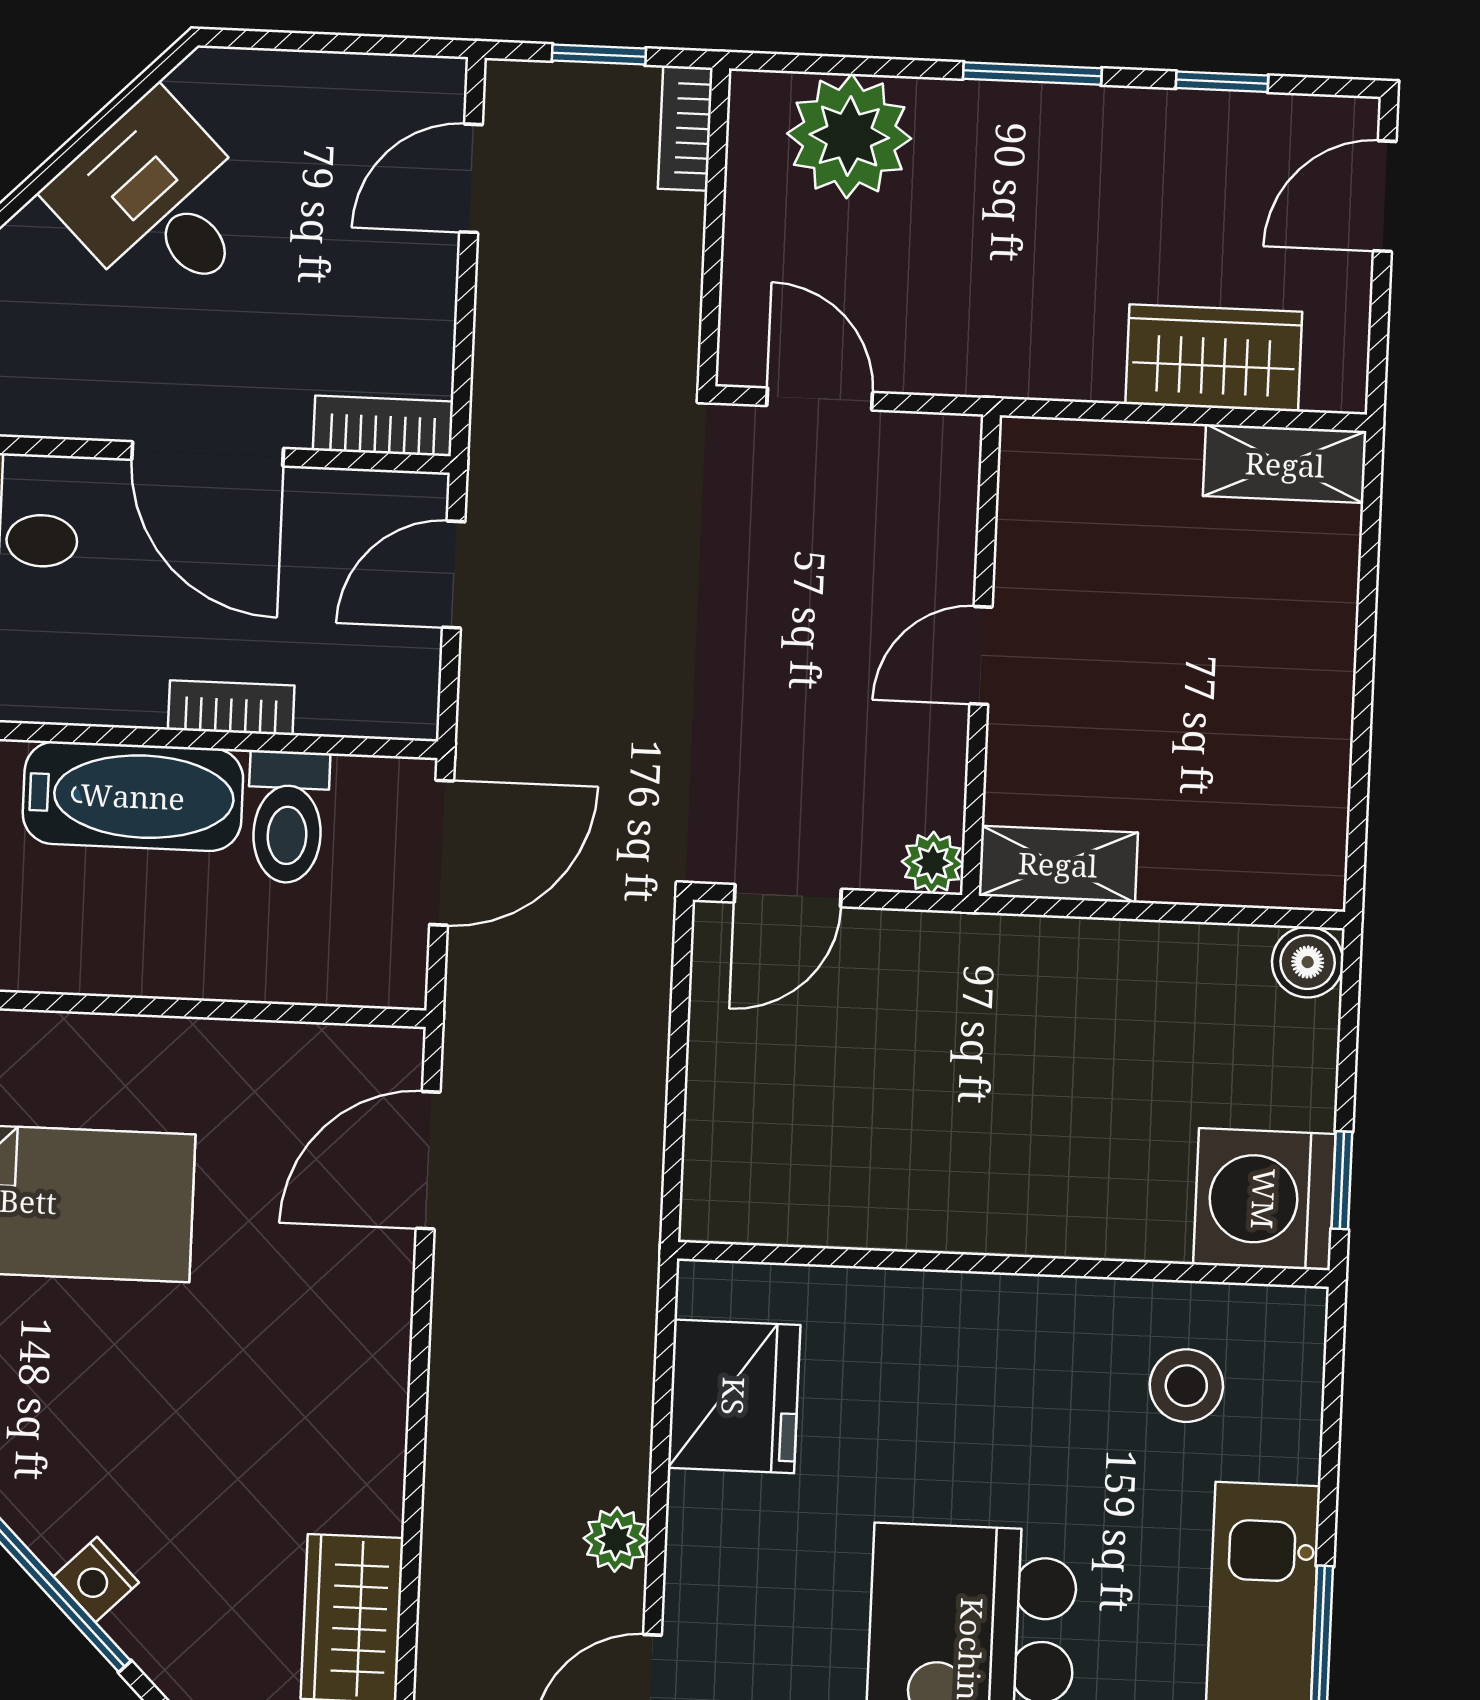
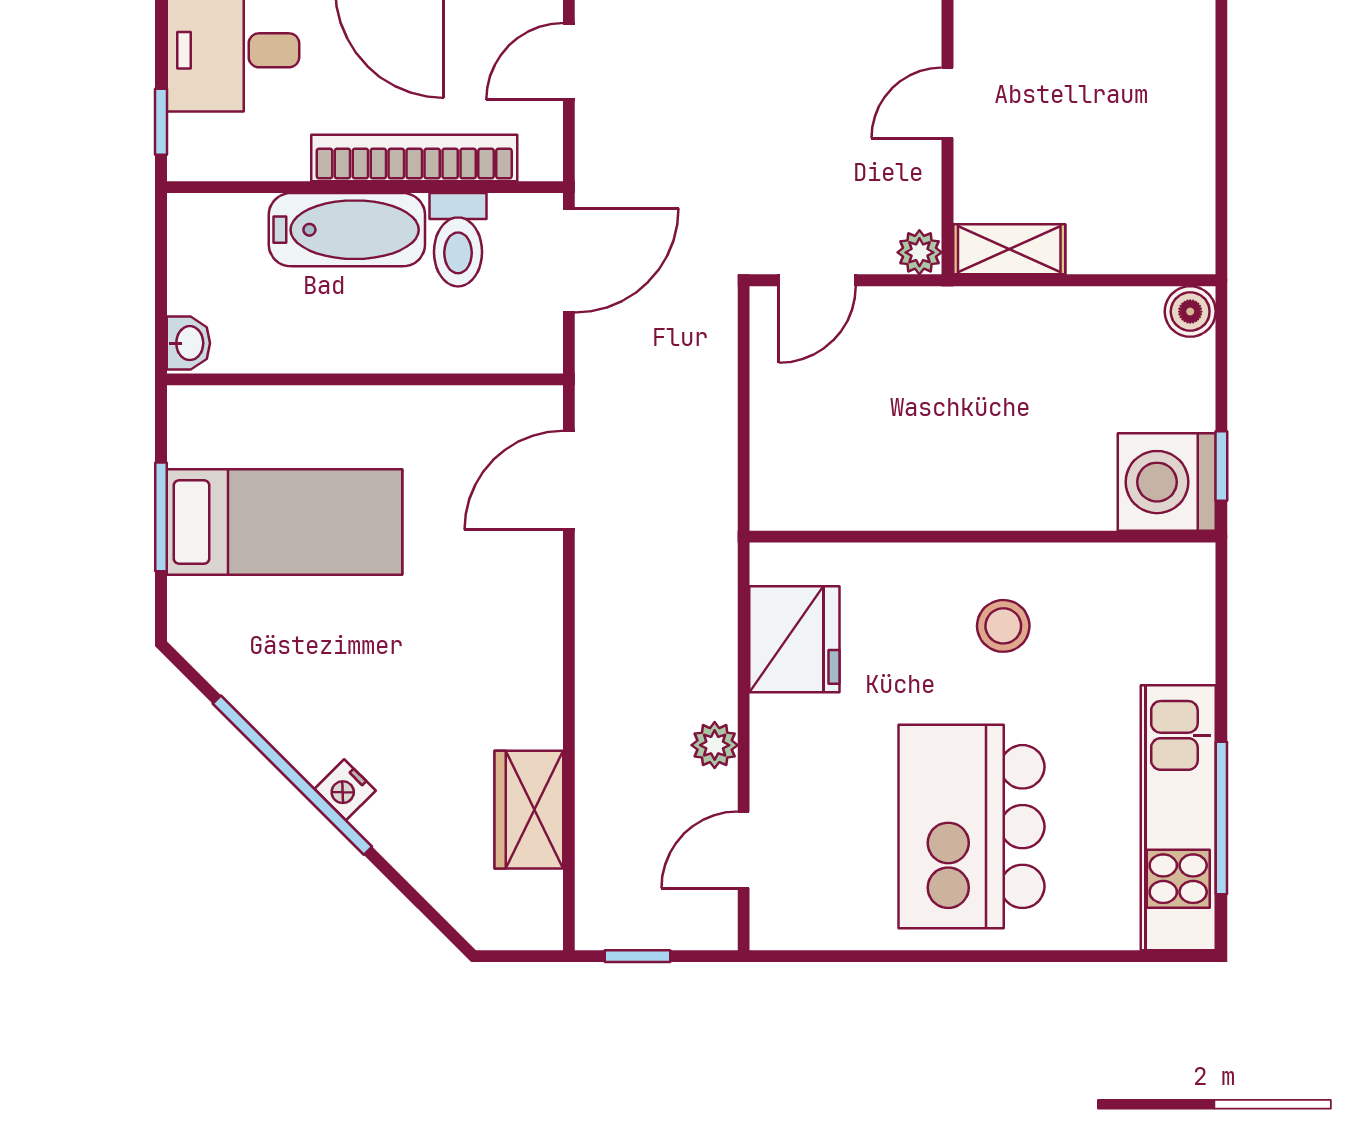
bookcase: (231, 708) -> (414, 158), width x2.31, depth x1.31
stool: (1186, 1386) -> (1003, 626), moved

